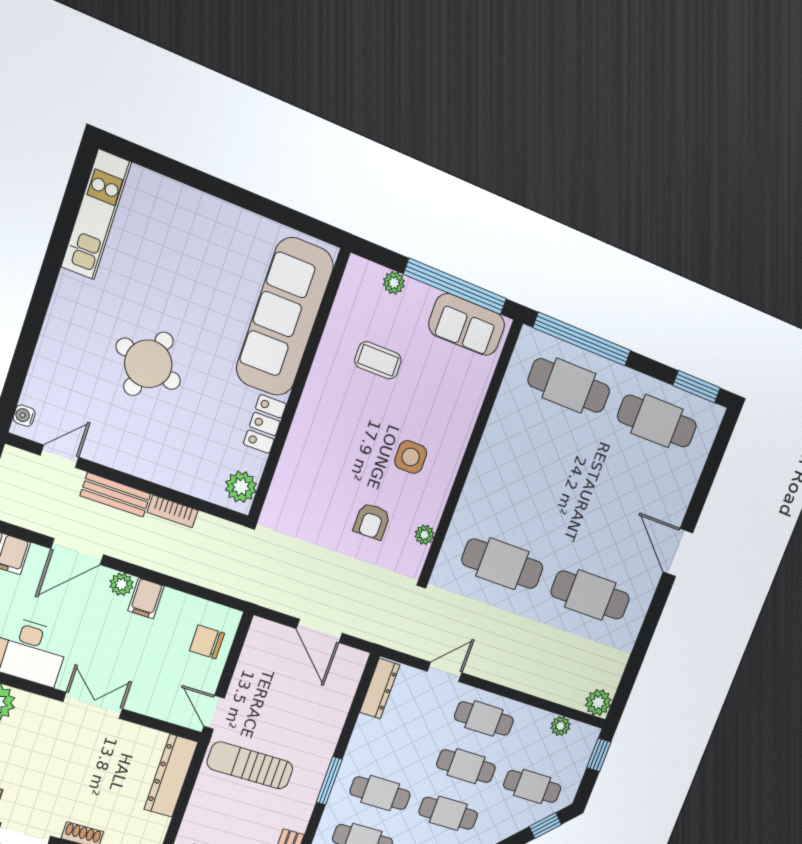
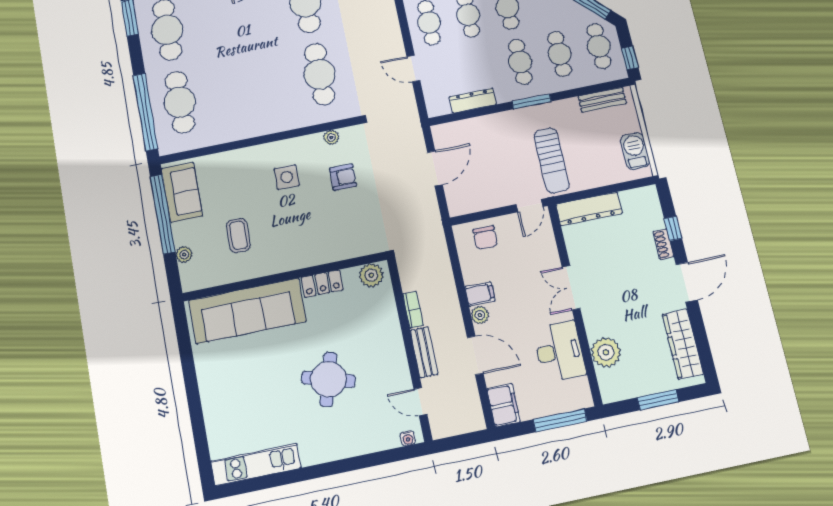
dresser: (380, 689) -> (473, 101), moved

